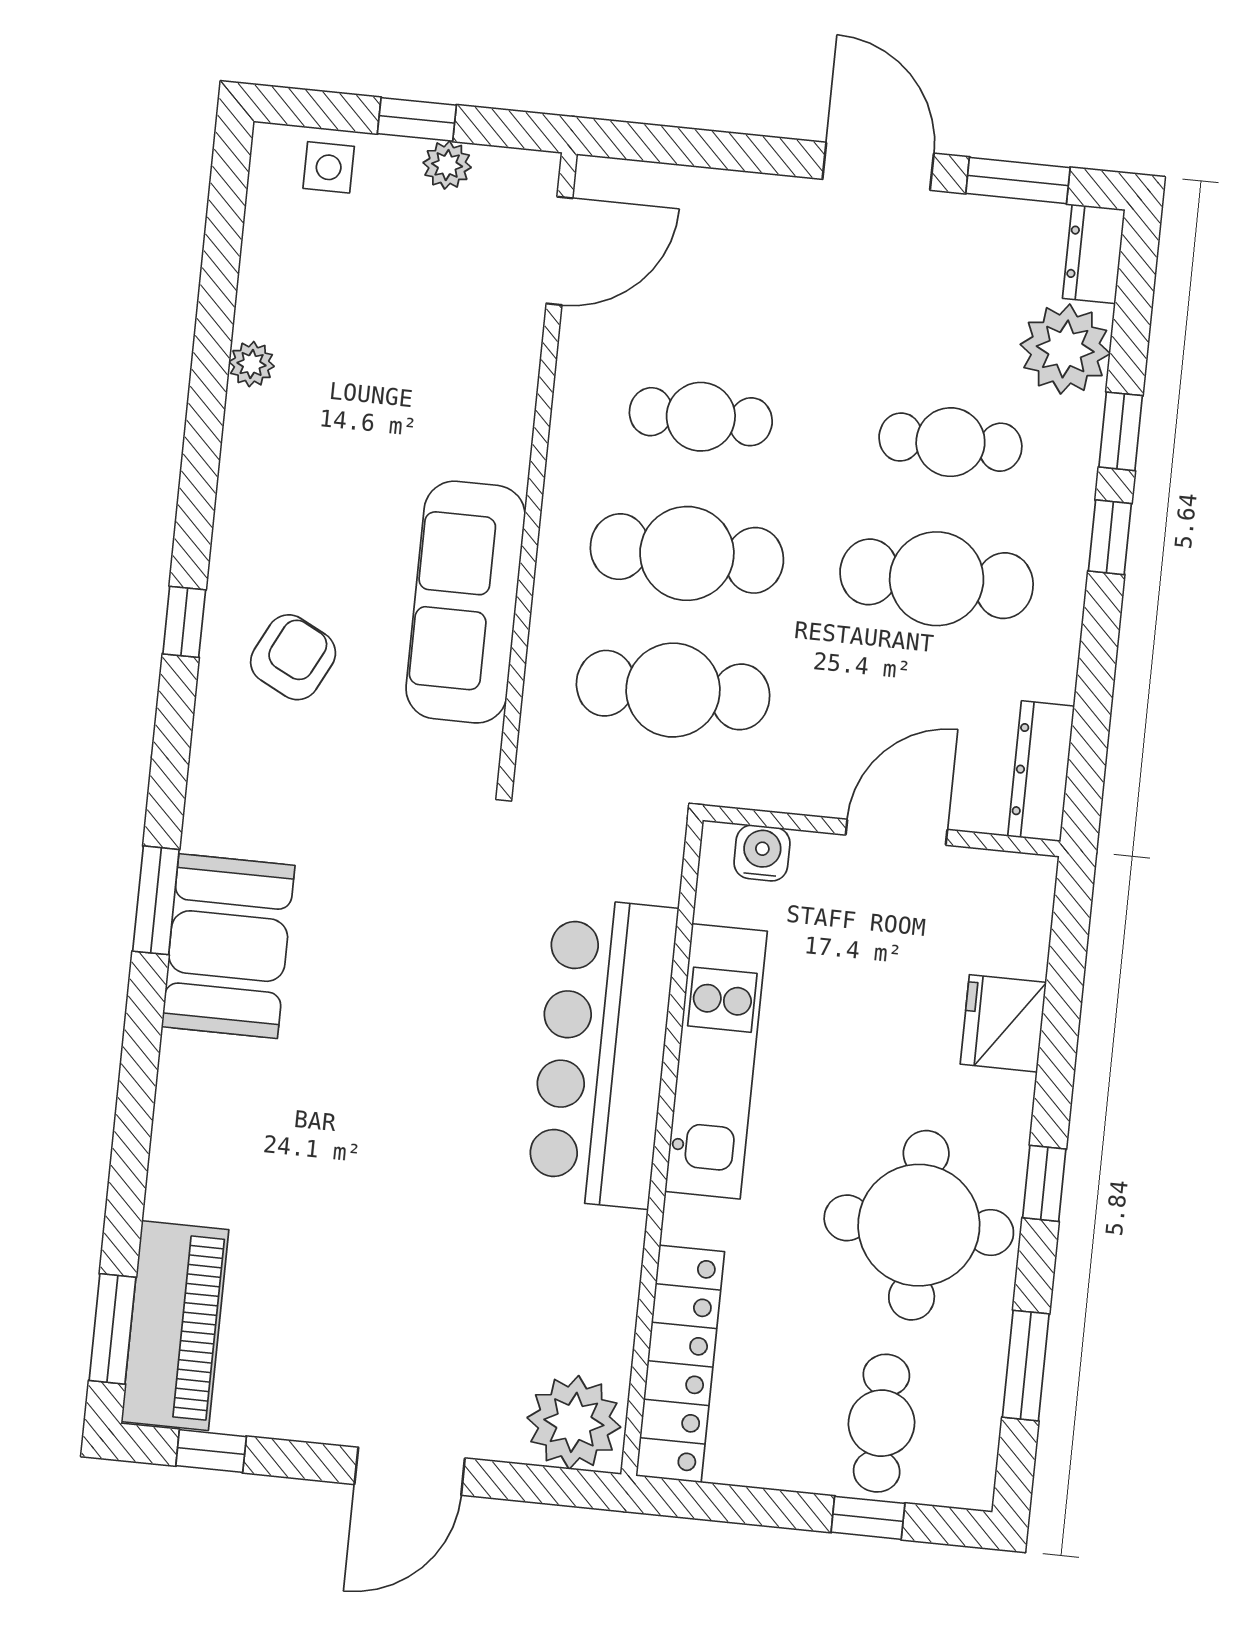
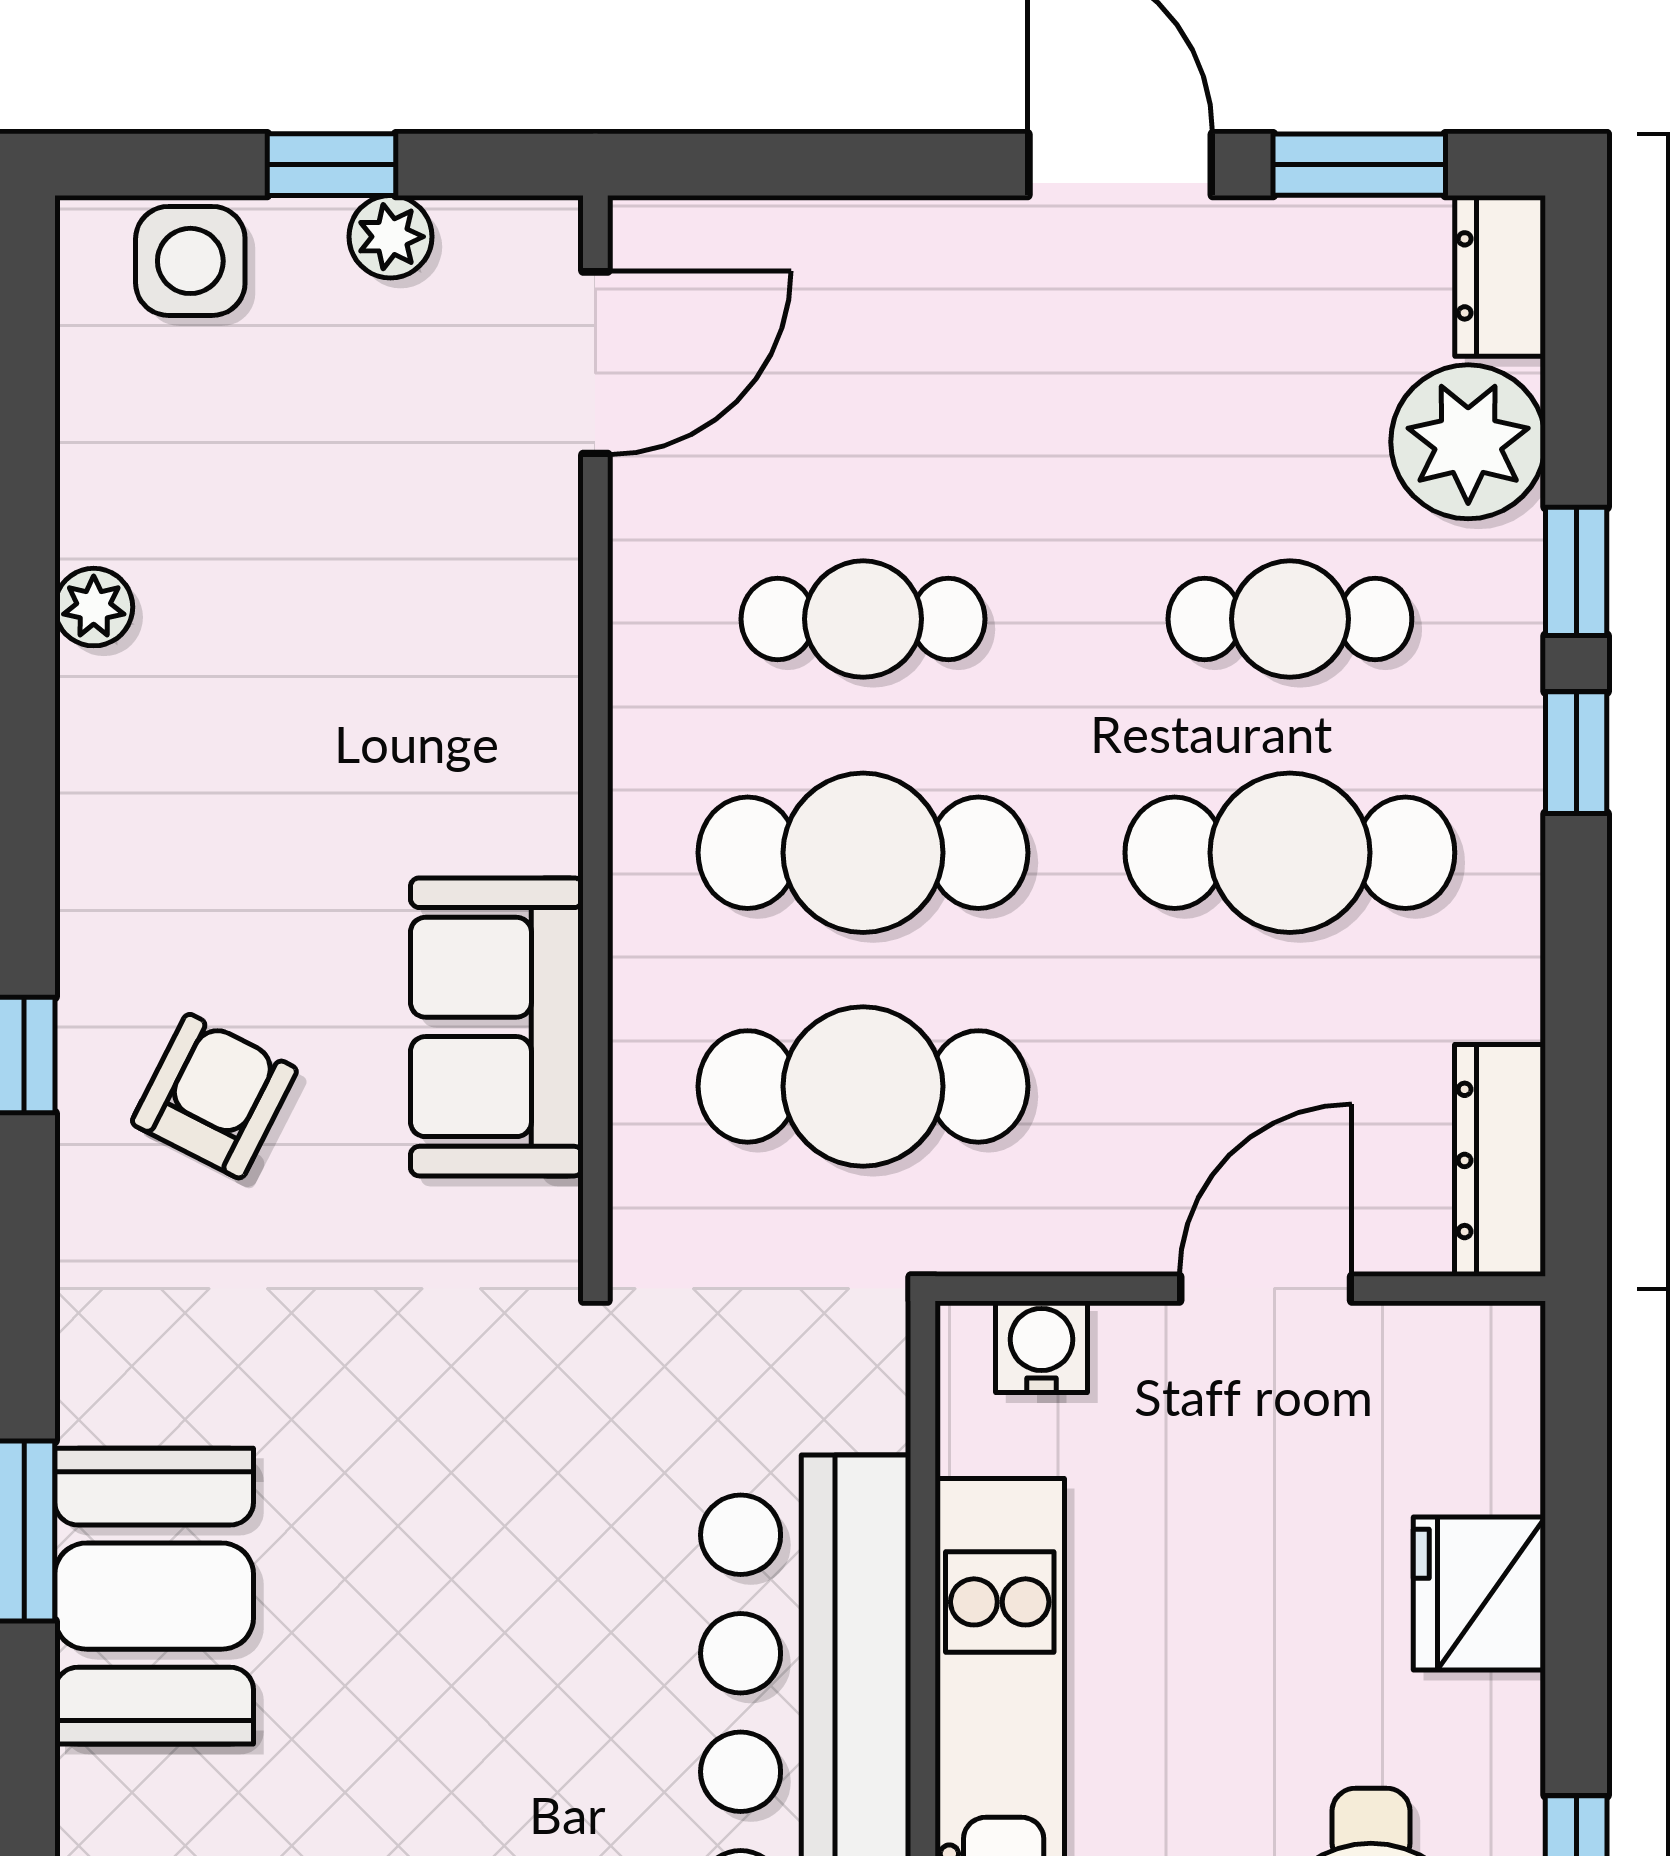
side table: (329, 167) -> (190, 261), width x1.37, depth x1.37
sofa: (466, 602) -> (497, 1027), width x0.73

